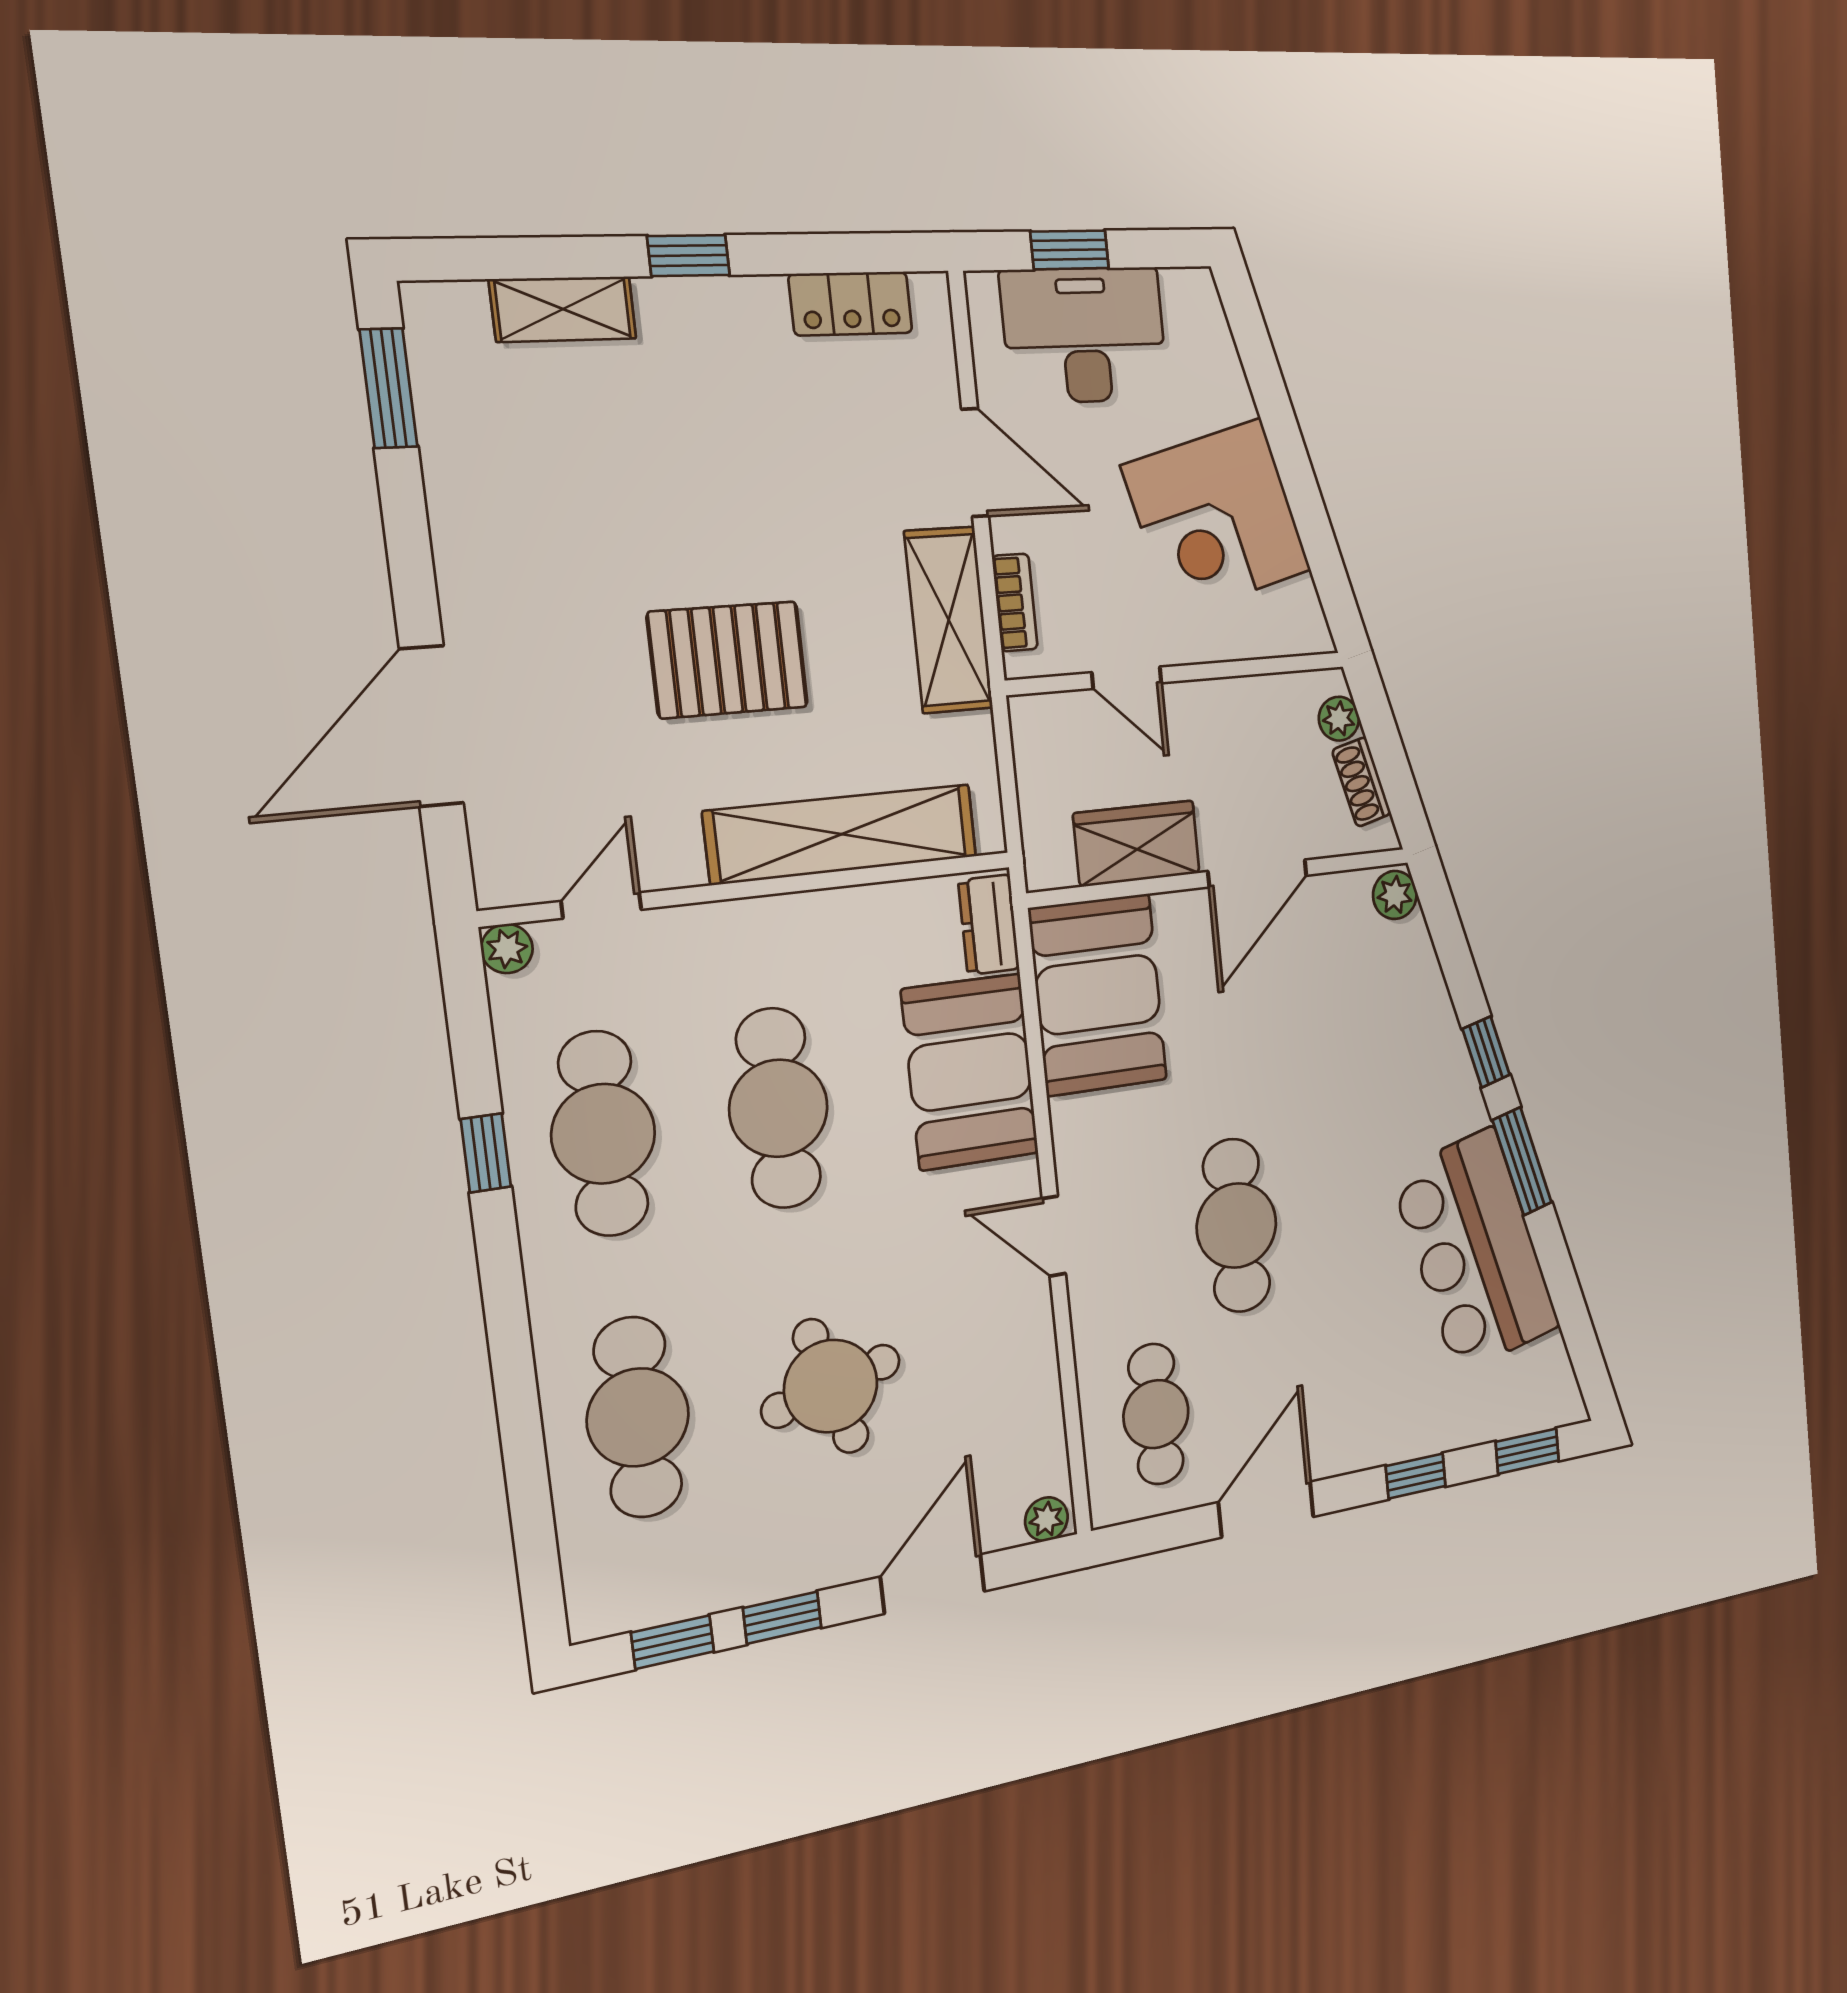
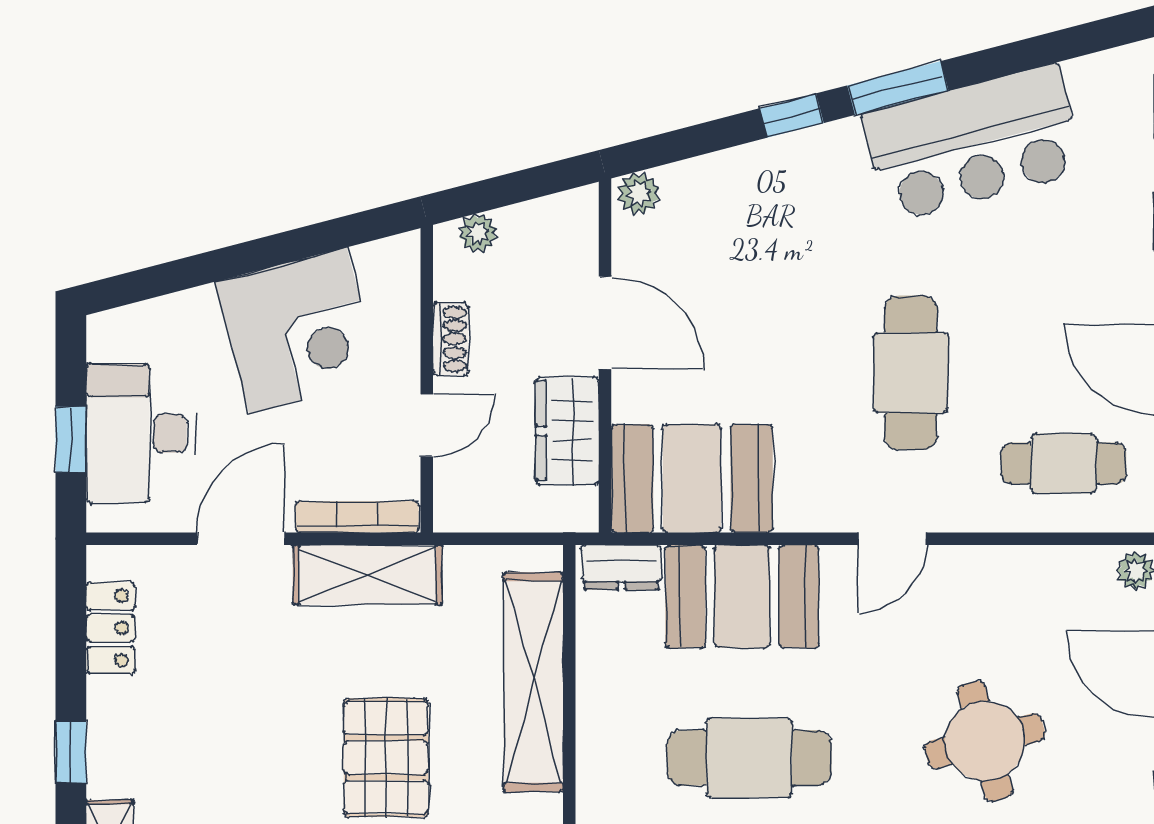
bookcase: (1015, 603) -> (357, 517), width x1.56
shoe rack: (1361, 782) -> (450, 339), moved, turned -75
cafe table: (1237, 1226) -> (911, 373), turned 90

